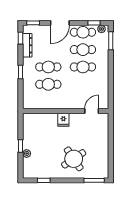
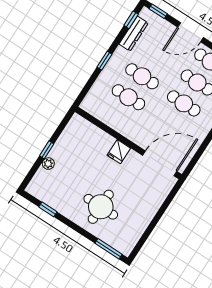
door: (92, 111) -> (160, 163), width x1.87
round table: (74, 159) -> (101, 207), turned 34

